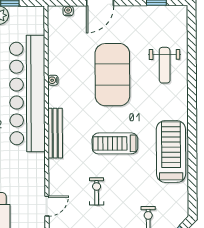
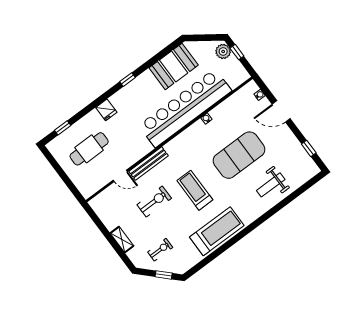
bench: (55, 133) -> (149, 164), moved
exercise bike: (97, 191) -> (154, 201), width x1.38, depth x1.39

